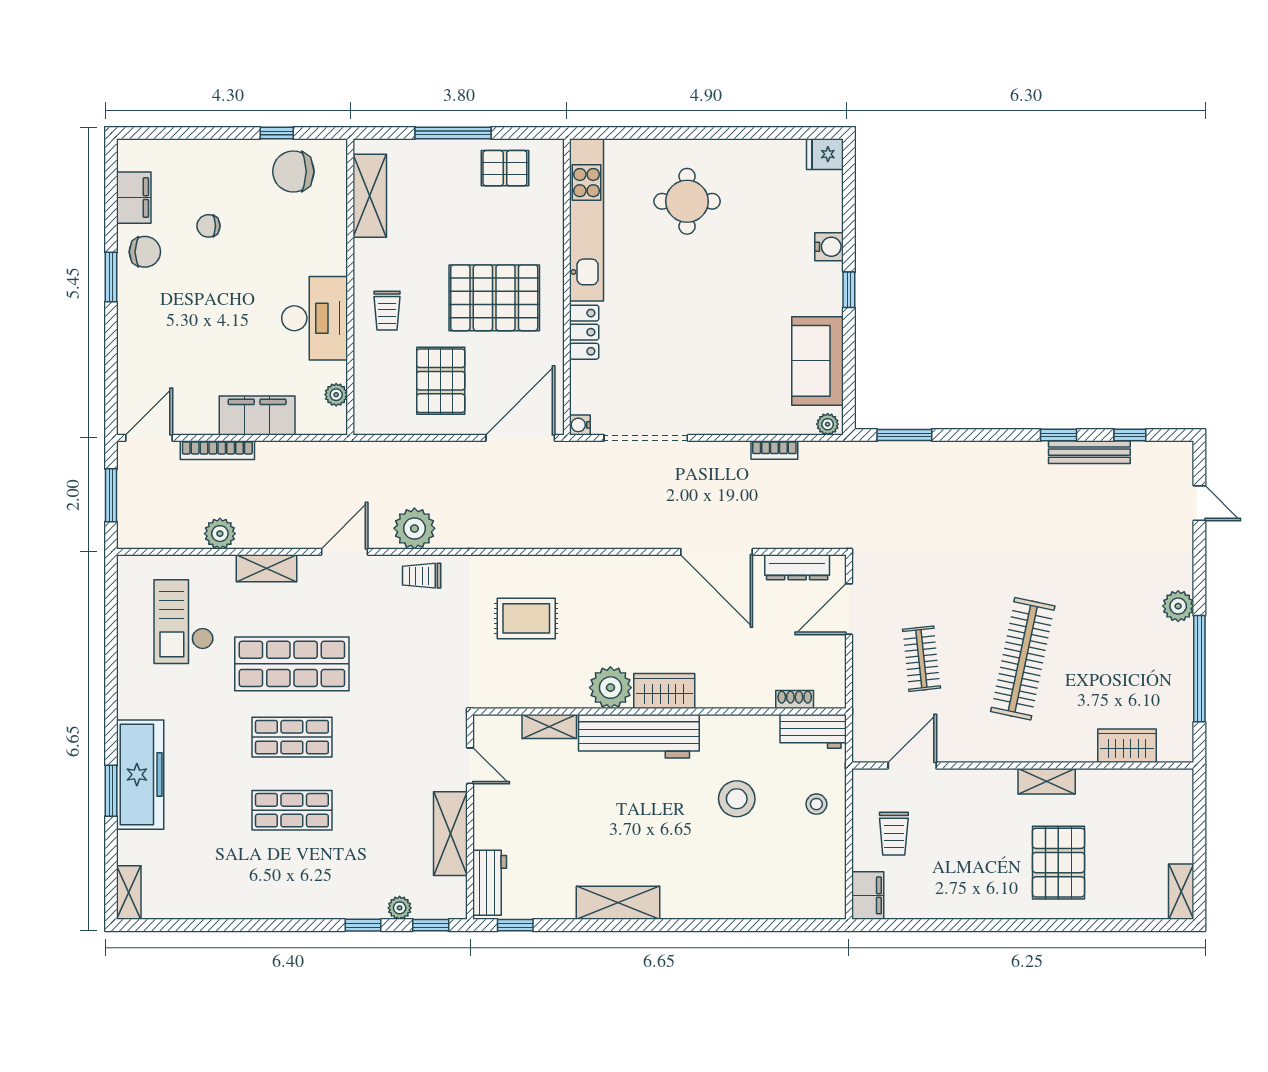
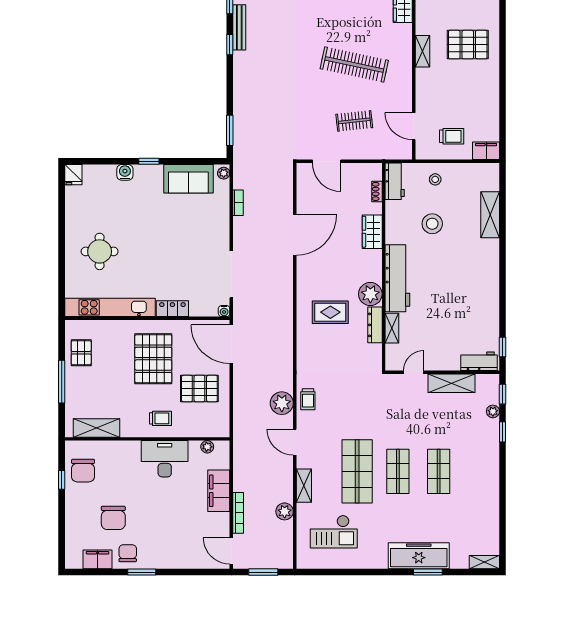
chair: (208, 226) -> (113, 518), width x1.87, depth x1.87
dresser: (797, 567) -> (375, 325), moved, turned 180
rug: (526, 618) -> (330, 312), moved, turned 90
wardrobe: (664, 691) -> (372, 232), moved
shelving: (618, 903) -> (490, 215), moved

